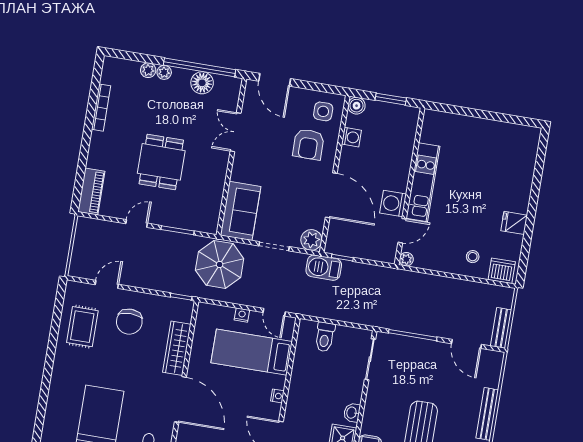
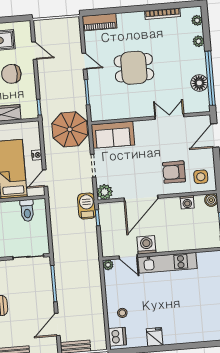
plant: (164, 72) -> (197, 20), moved
toilet: (325, 337) -> (27, 210), moved, turned -90

